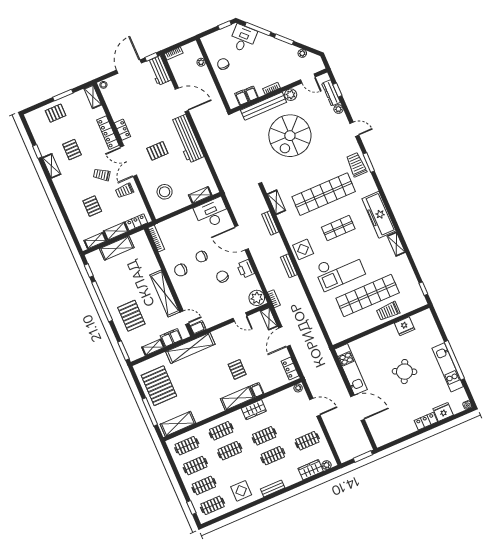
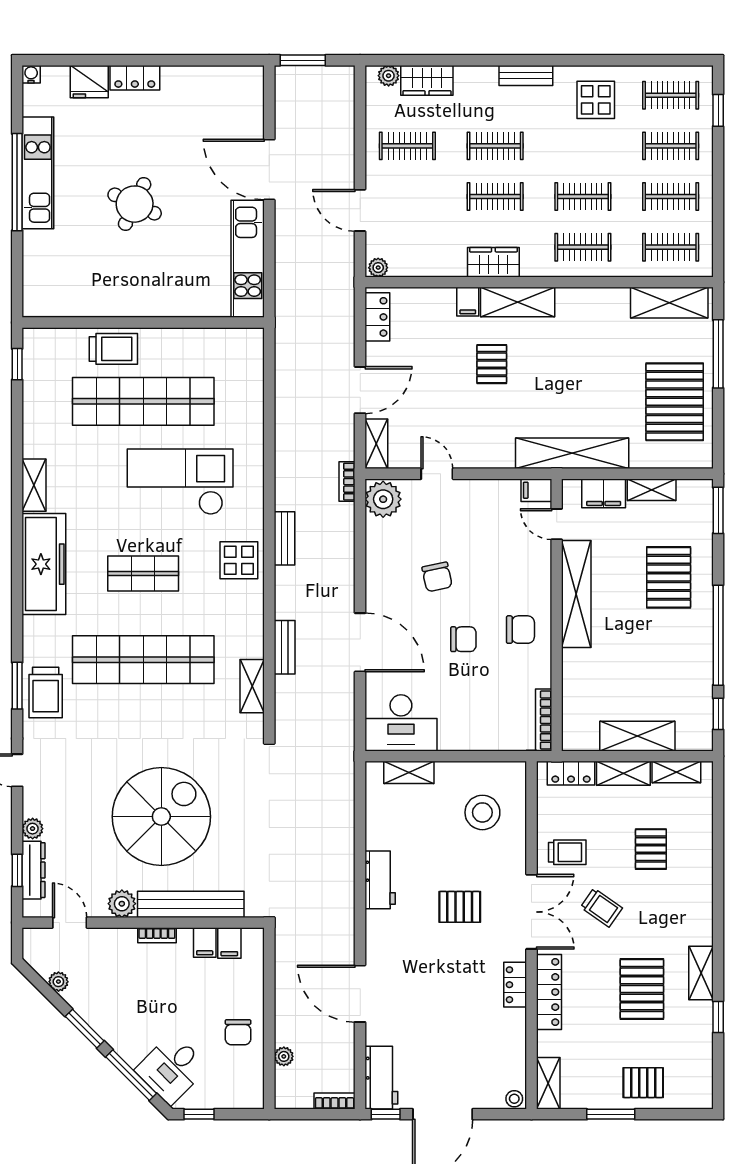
workbench: (187, 139) -> (380, 880), width x0.53, depth x0.76
pallet: (72, 150) -> (642, 989), width x1.50, depth x1.42
printer: (246, 269) -> (380, 572), removed
fridge: (405, 326) -> (92, 301), removed

